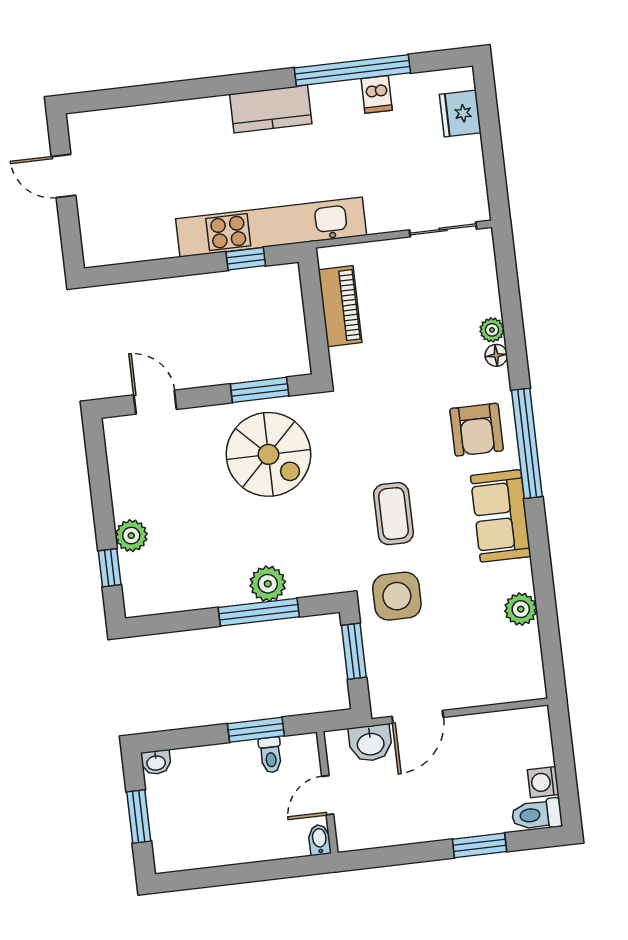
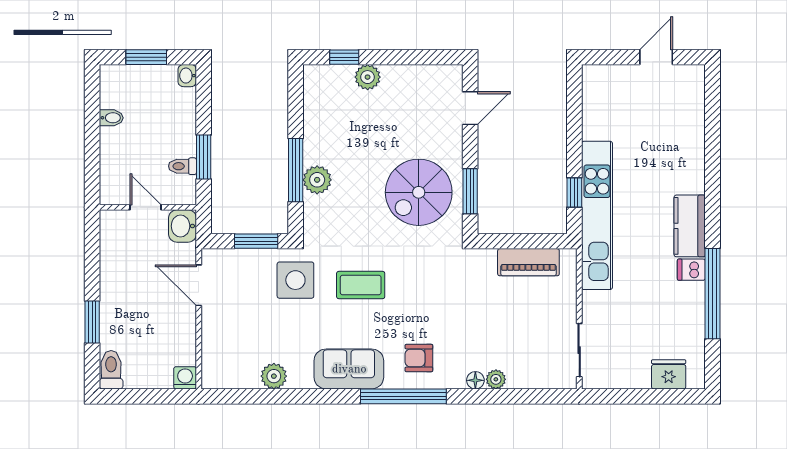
dishwasher: (377, 94) -> (691, 270), moved
armchair: (477, 430) -> (419, 358), width x0.72, depth x0.72
washbasin: (370, 743) -> (183, 226), moved
washing machine: (543, 782) -> (185, 378), moved
bidet: (319, 840) -> (111, 118), moved

